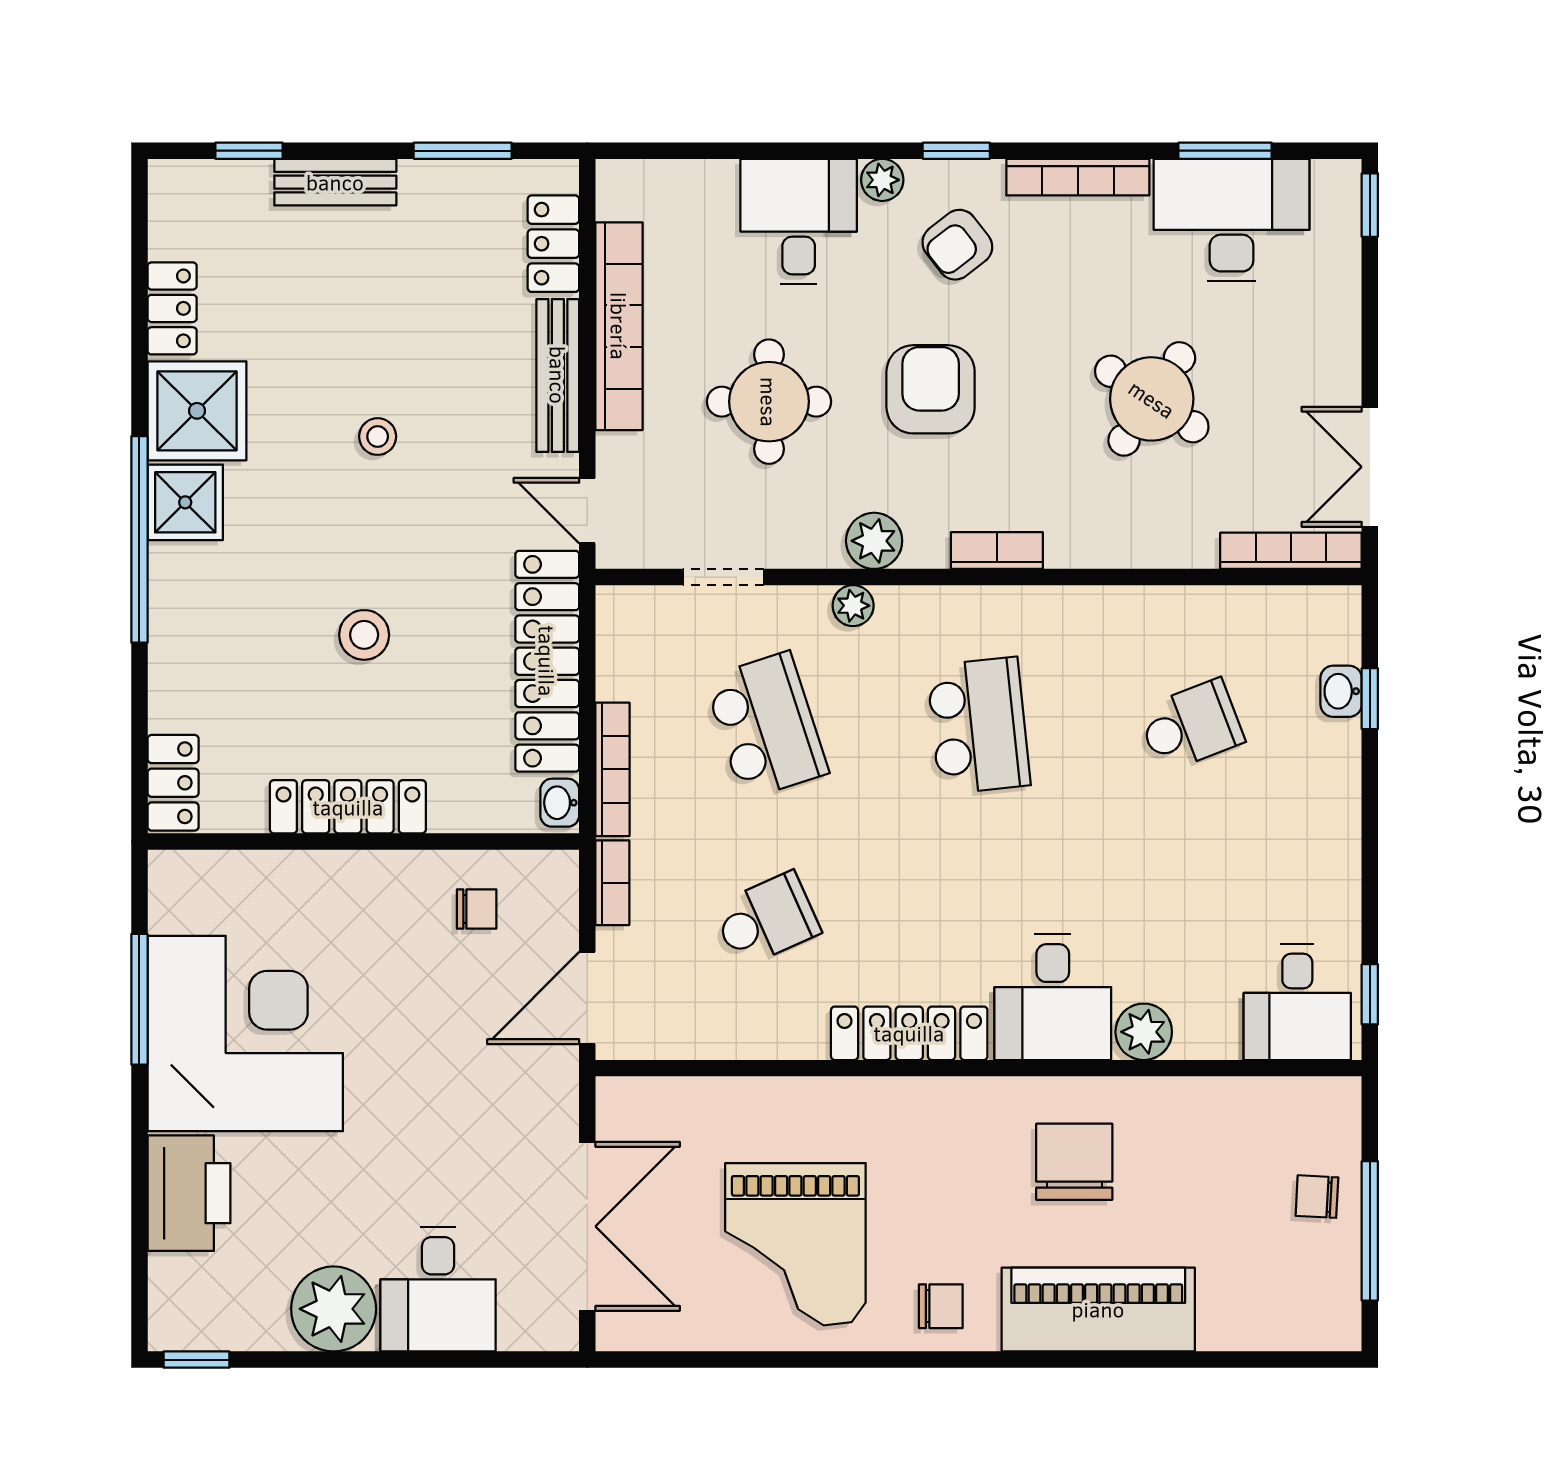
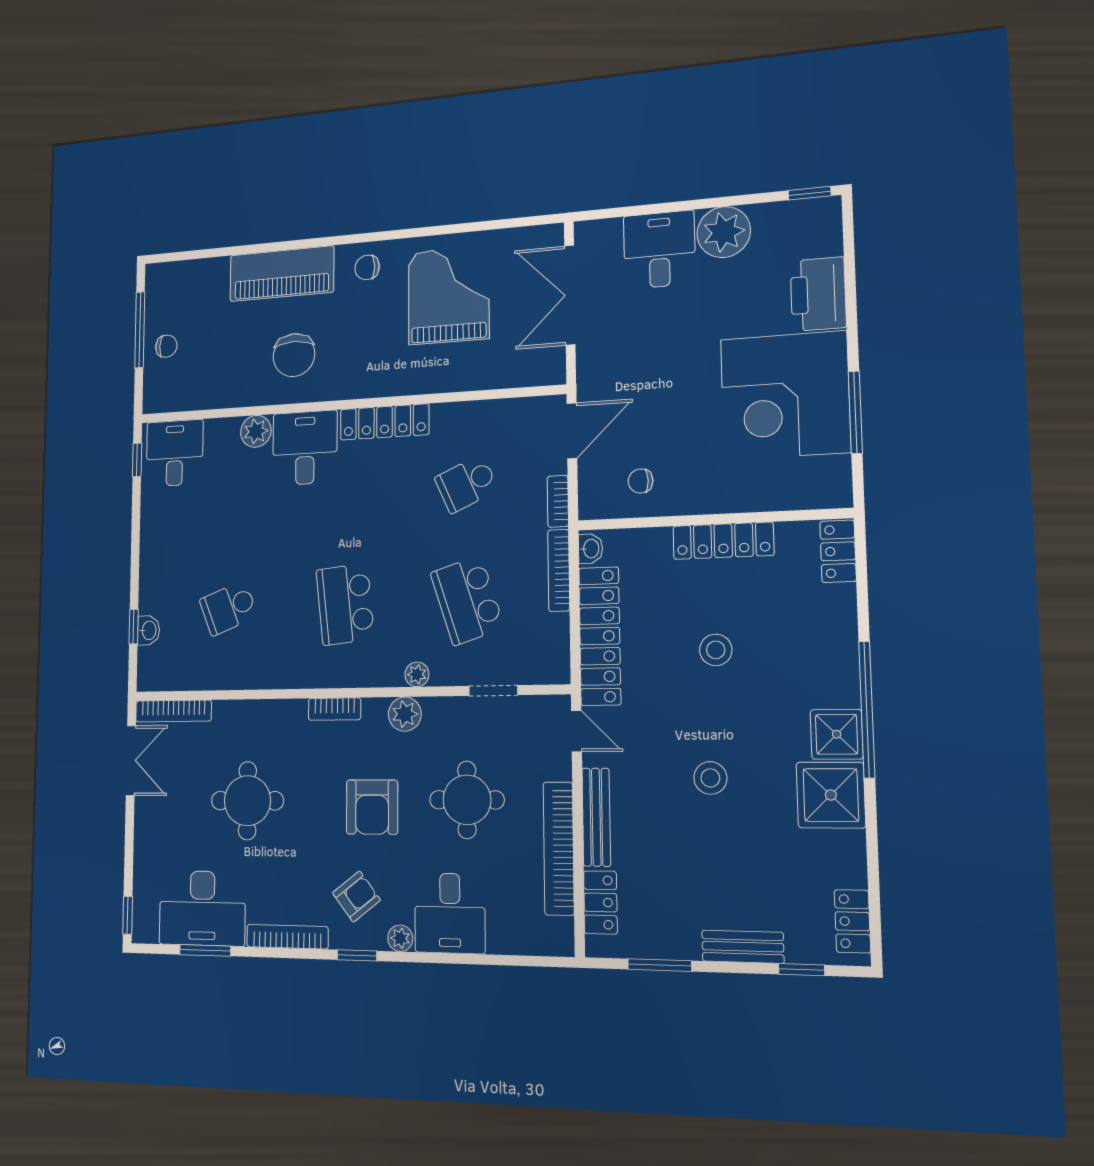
locker: (172, 308) -> (852, 921), moved
round table: (1152, 399) -> (247, 801), turned -34
stool: (378, 437) -> (710, 778), width x1.37, depth x1.37

